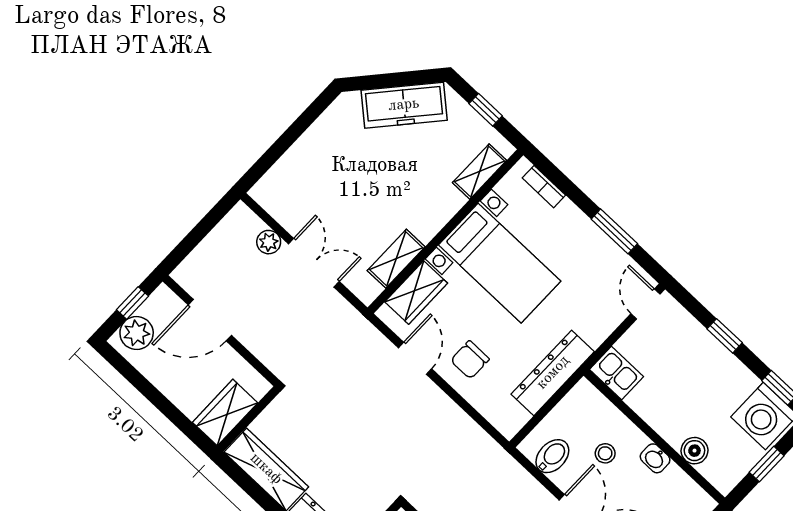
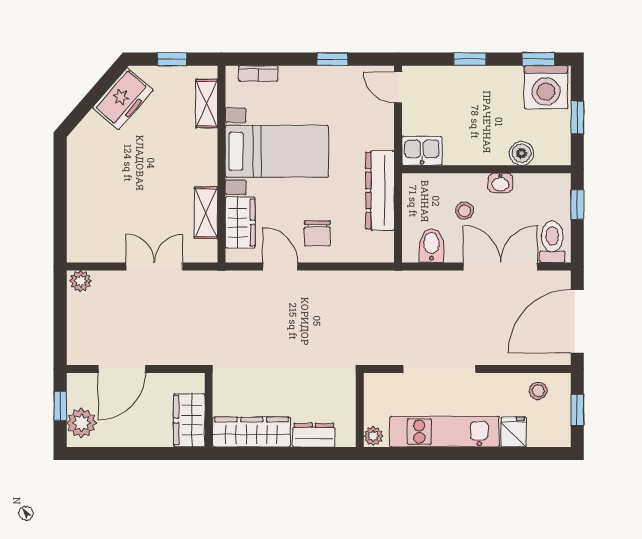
freezer: (404, 105) -> (123, 99), width x0.71
window: (614, 231) -> (332, 59), width x0.67
plant: (269, 242) -> (81, 281), moved

